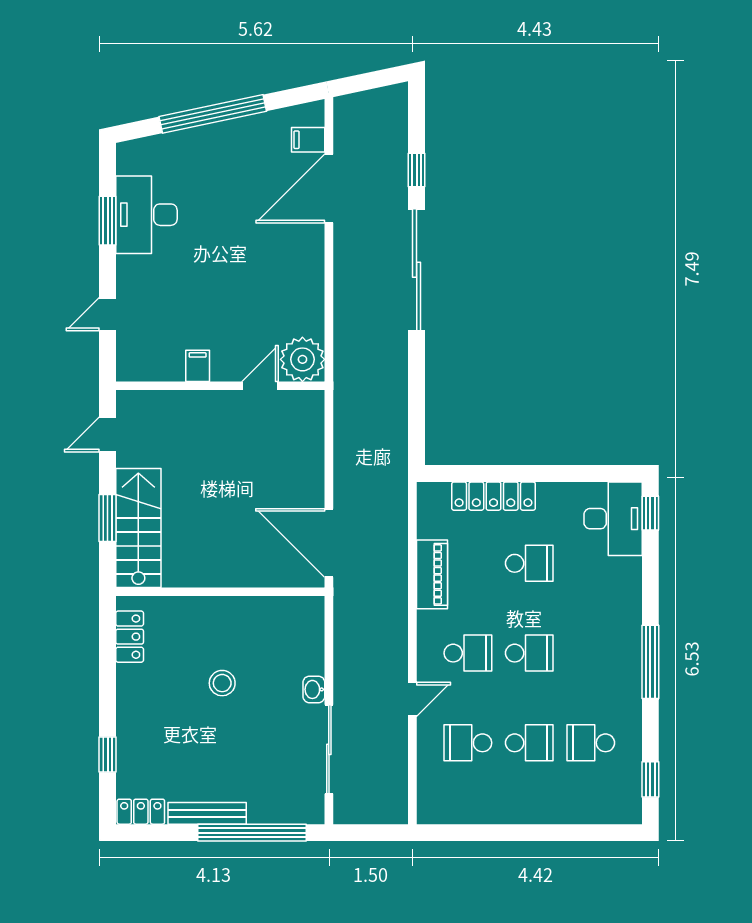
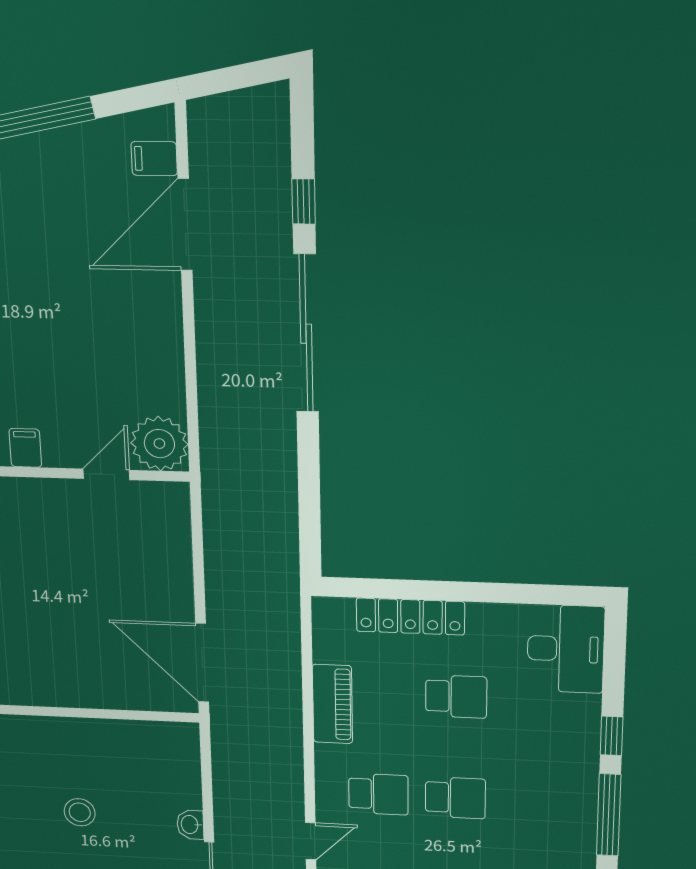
window: (650, 513) -> (612, 736), moved

